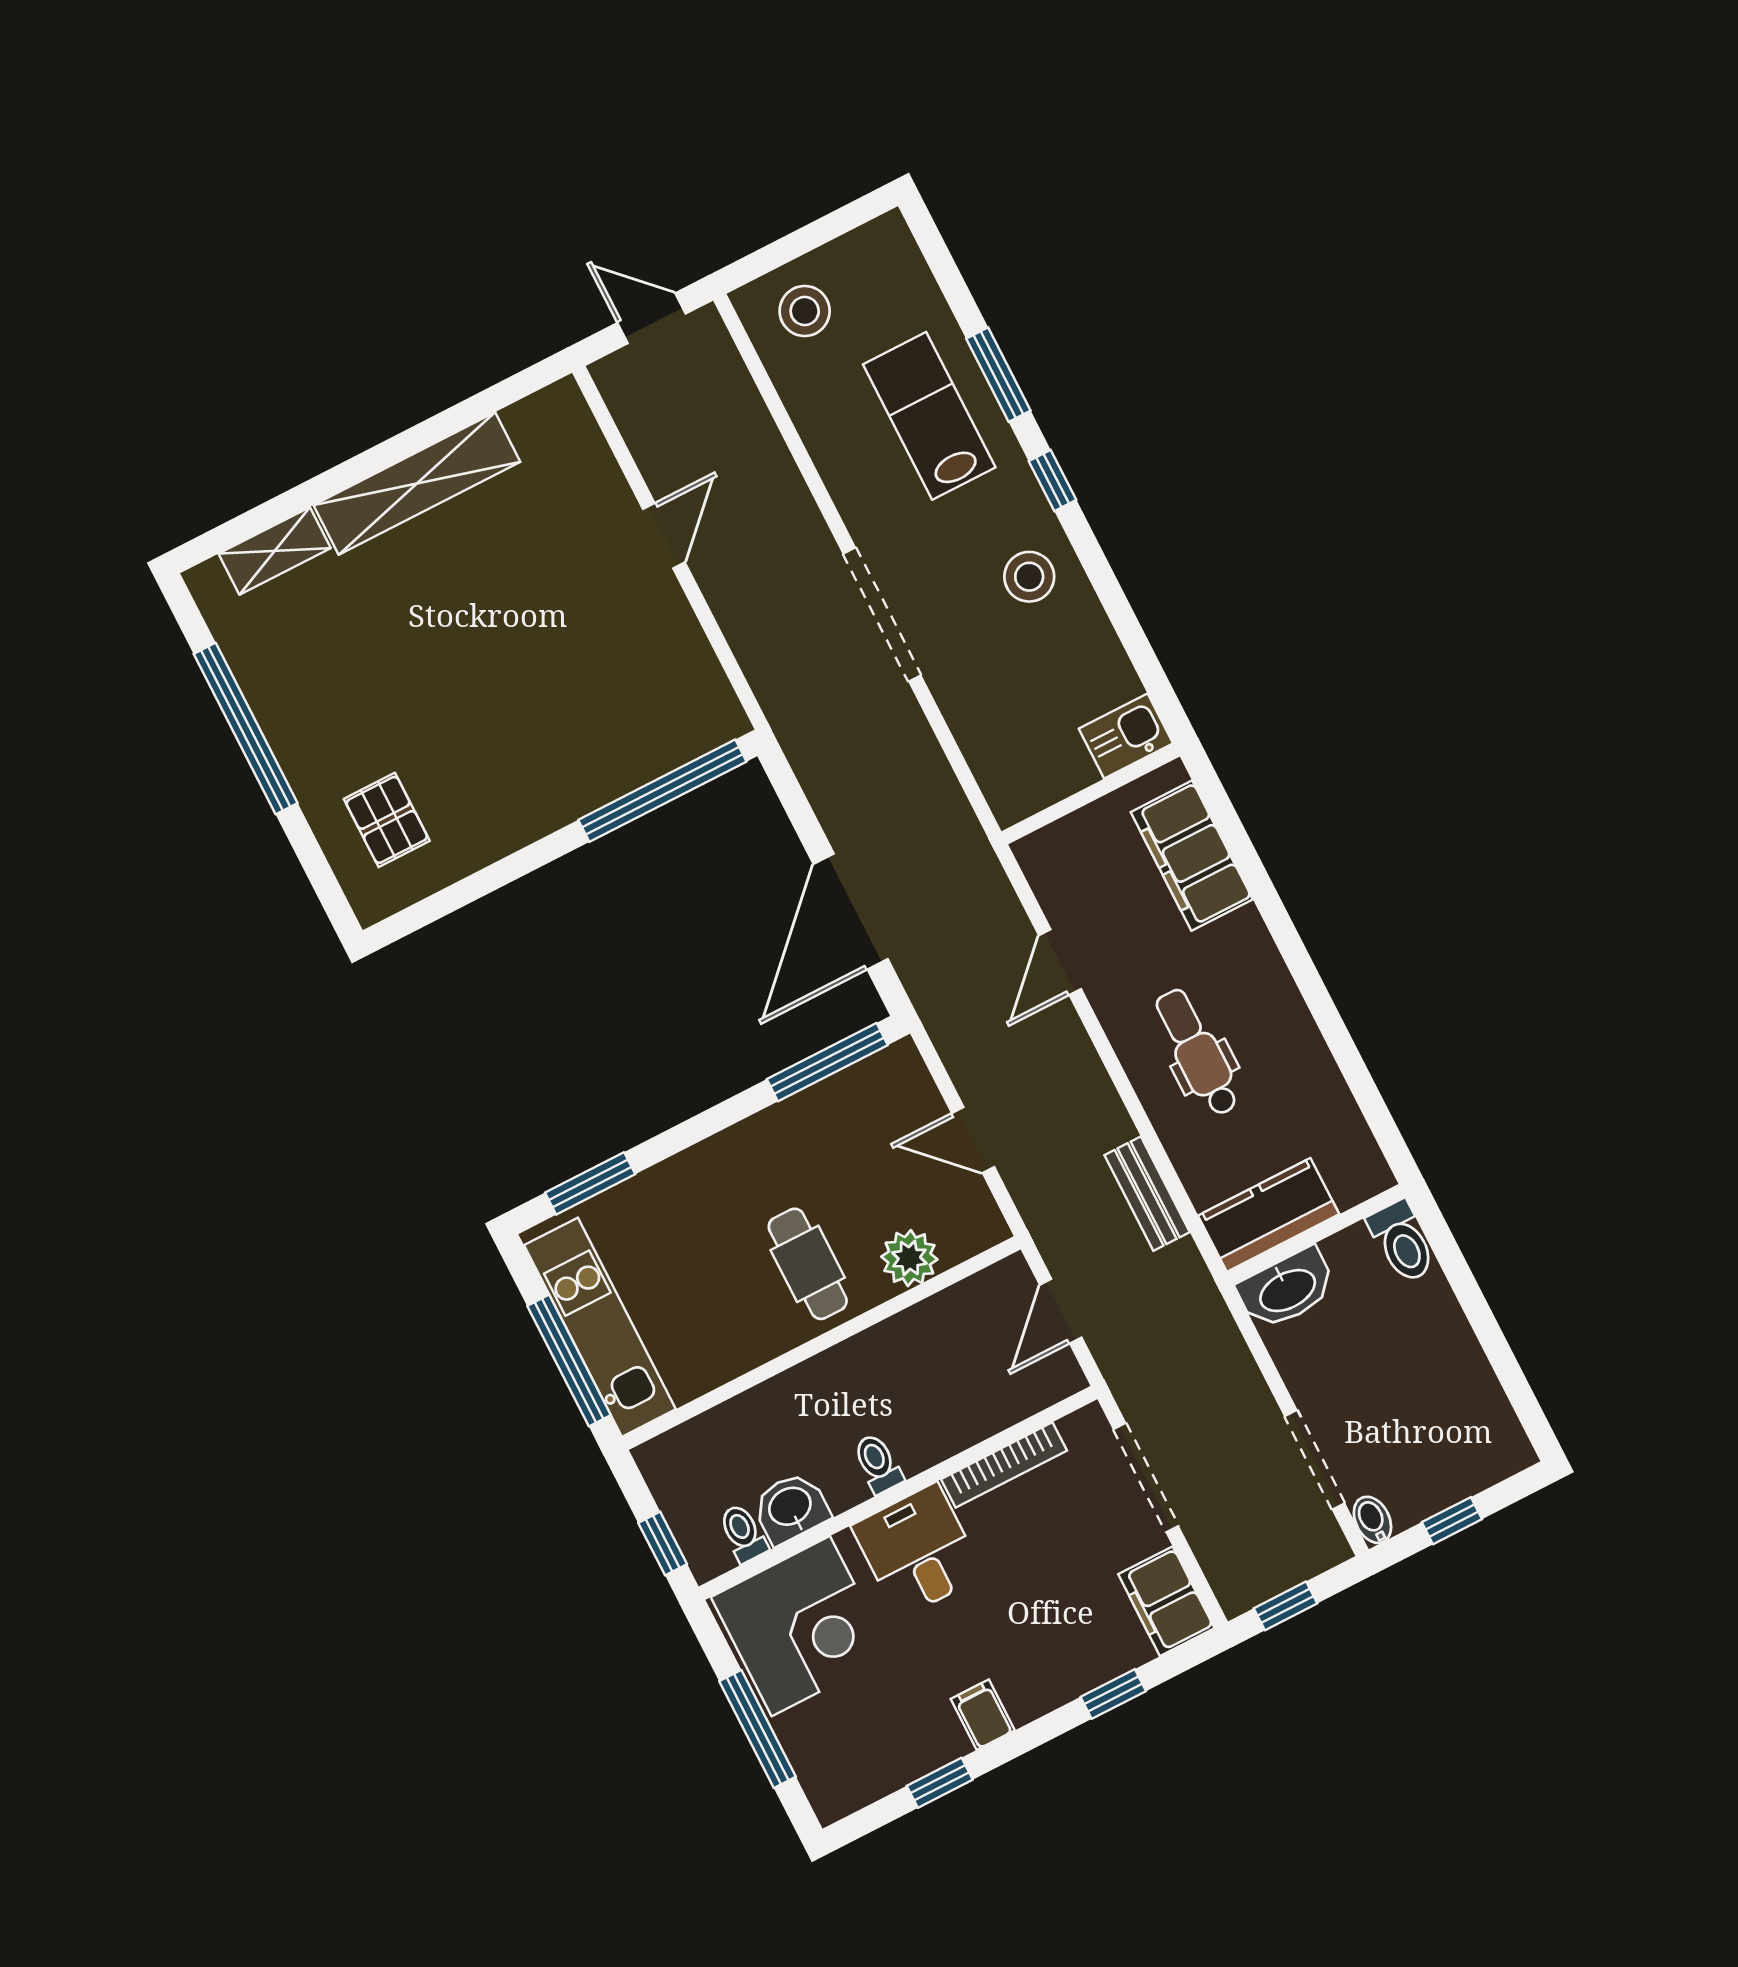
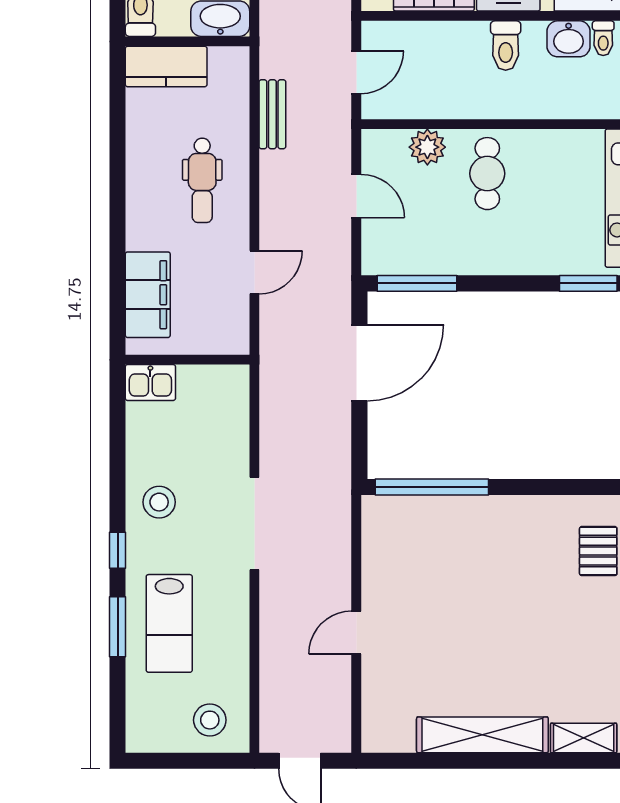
kitchen counter: (1269, 1215) -> (166, 66), moved
toilet: (878, 1464) -> (506, 46), width x1.37, depth x1.39

